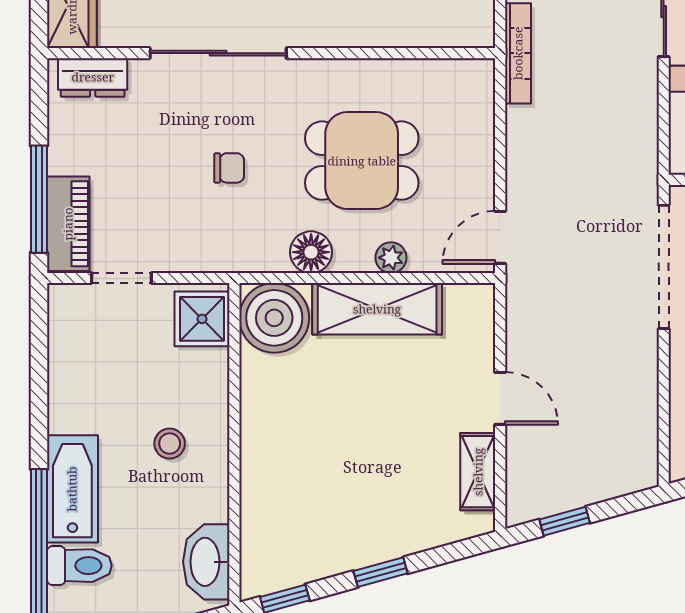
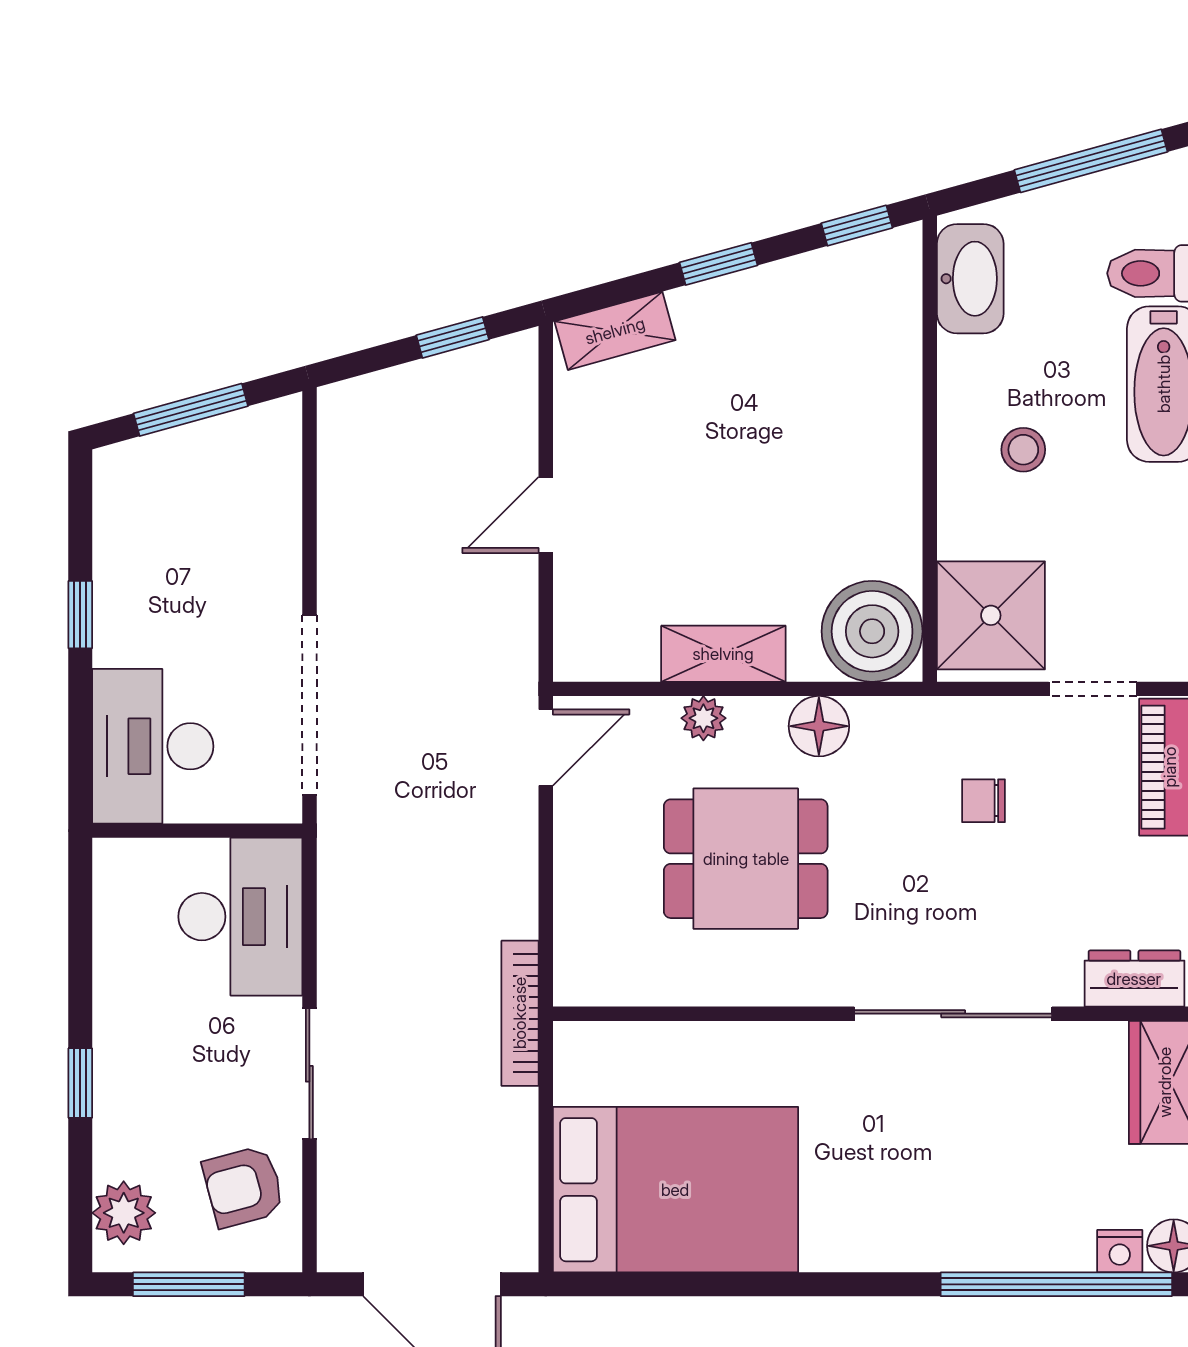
chair: (229, 168) -> (983, 801), moved
shelving: (377, 309) -> (723, 654), width x0.67, depth x0.75
shower: (202, 319) -> (991, 615), width x1.36, depth x1.36
door: (500, 398) -> (546, 515), hinge flipped
shelving: (478, 472) -> (615, 331), moved, turned 75

